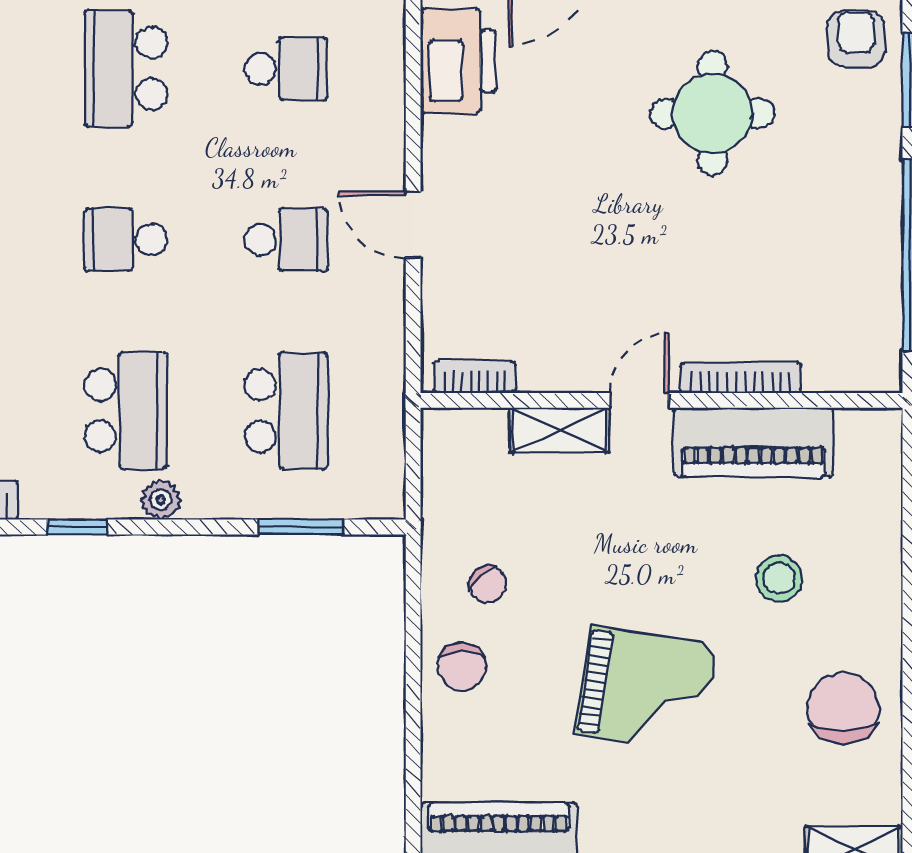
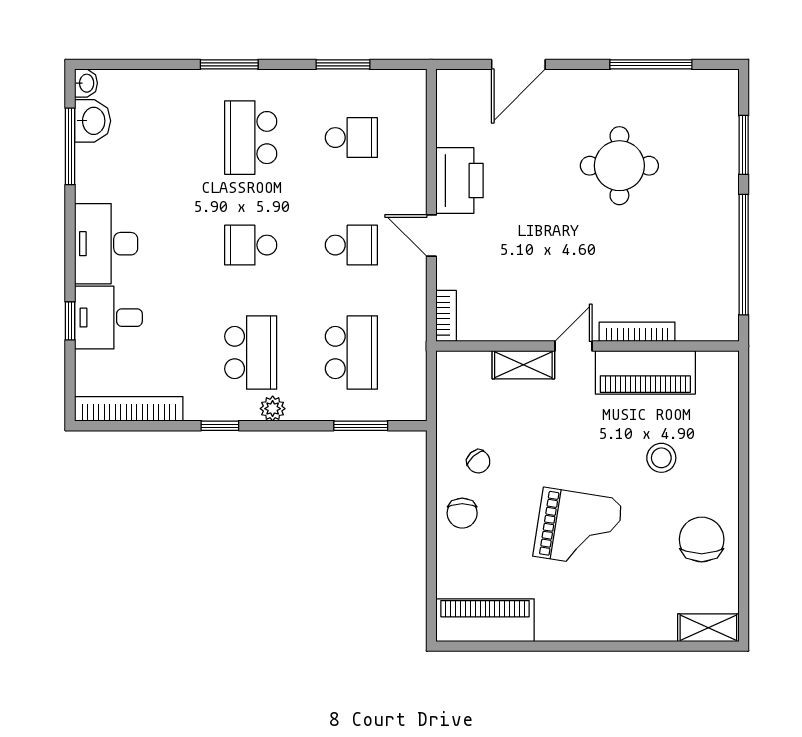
armchair: (856, 39) -> (710, 119), removed
printer: (458, 61) -> (460, 181), moved
bookcase: (475, 377) -> (446, 316), moved, turned 90

